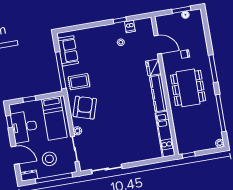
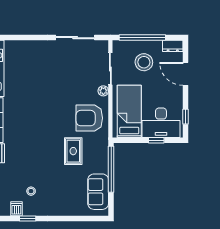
rug: (79, 82) -> (73, 151), moved, turned 90
armchair: (85, 108) -> (89, 118), turned 73
desk: (24, 127) -> (161, 123), moved, turned 90

